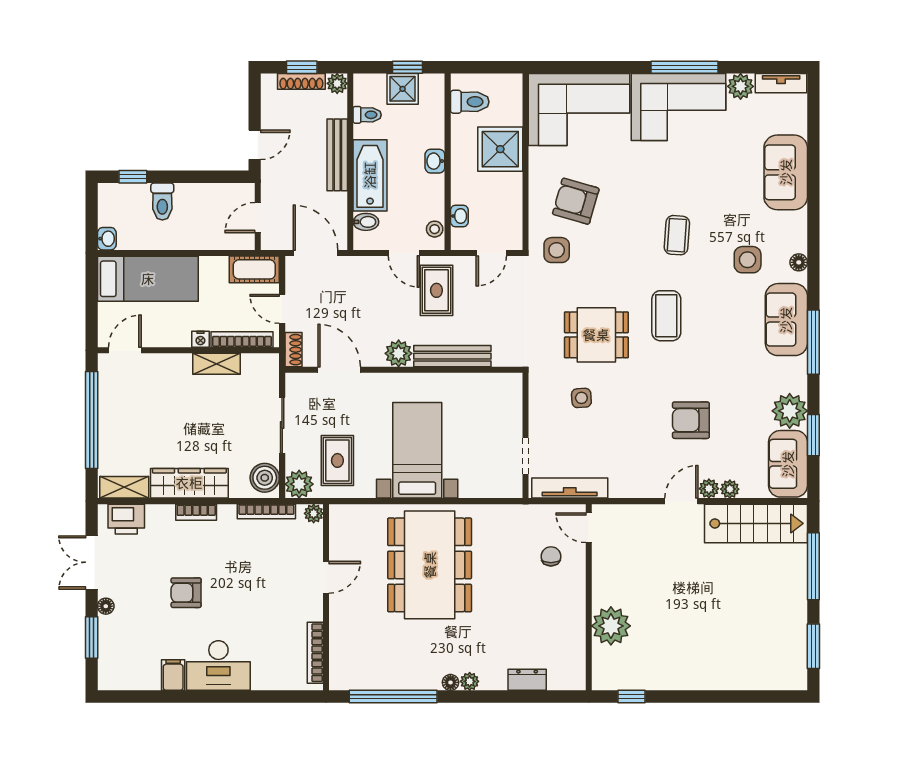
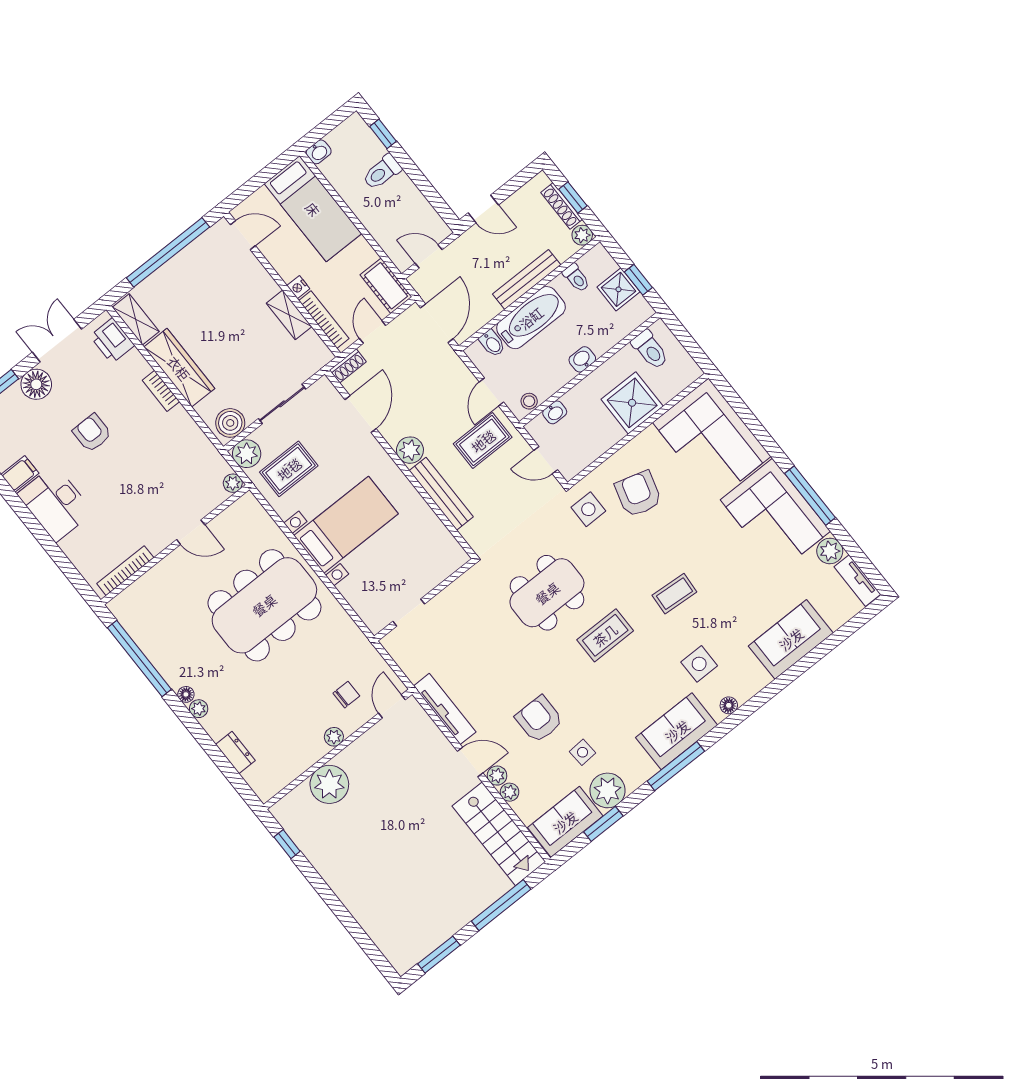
dining table: (596, 335) -> (547, 593), width x1.38
side table: (581, 398) -> (583, 752), moved
tv unit: (570, 488) -> (445, 709), moved
bookcase: (266, 512) -> (205, 445), removed
plant: (576, 593) -> (334, 737), added
floor lamp: (106, 606) -> (36, 384), width x1.89, depth x1.89

